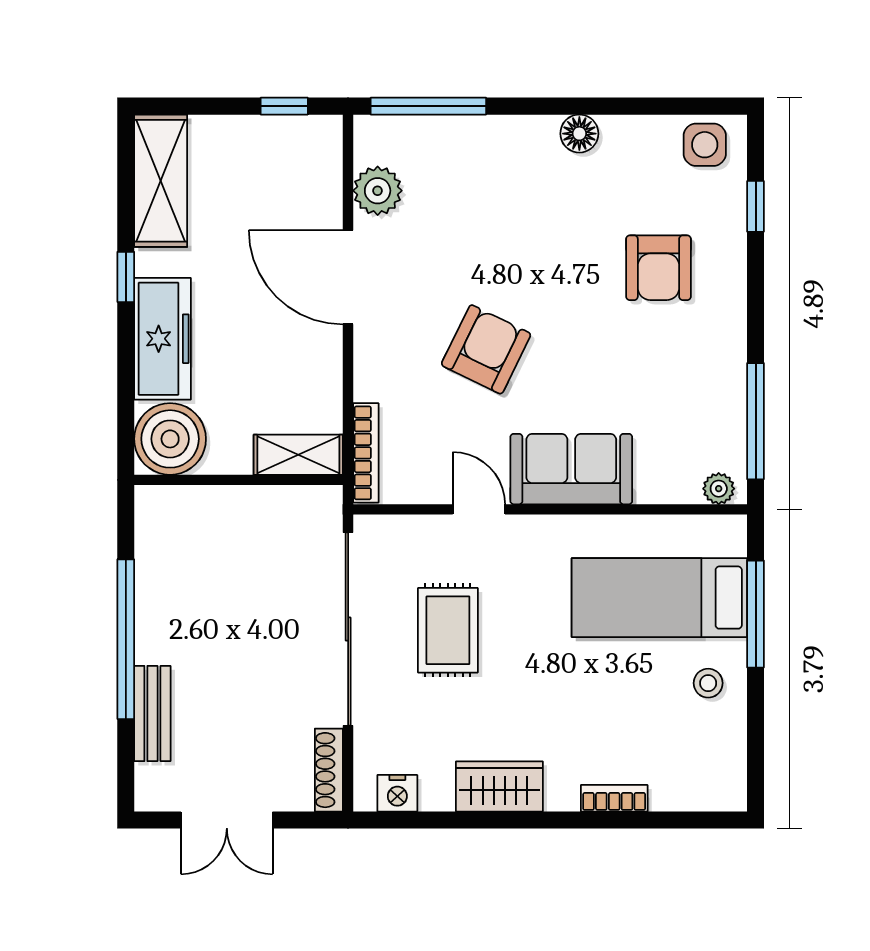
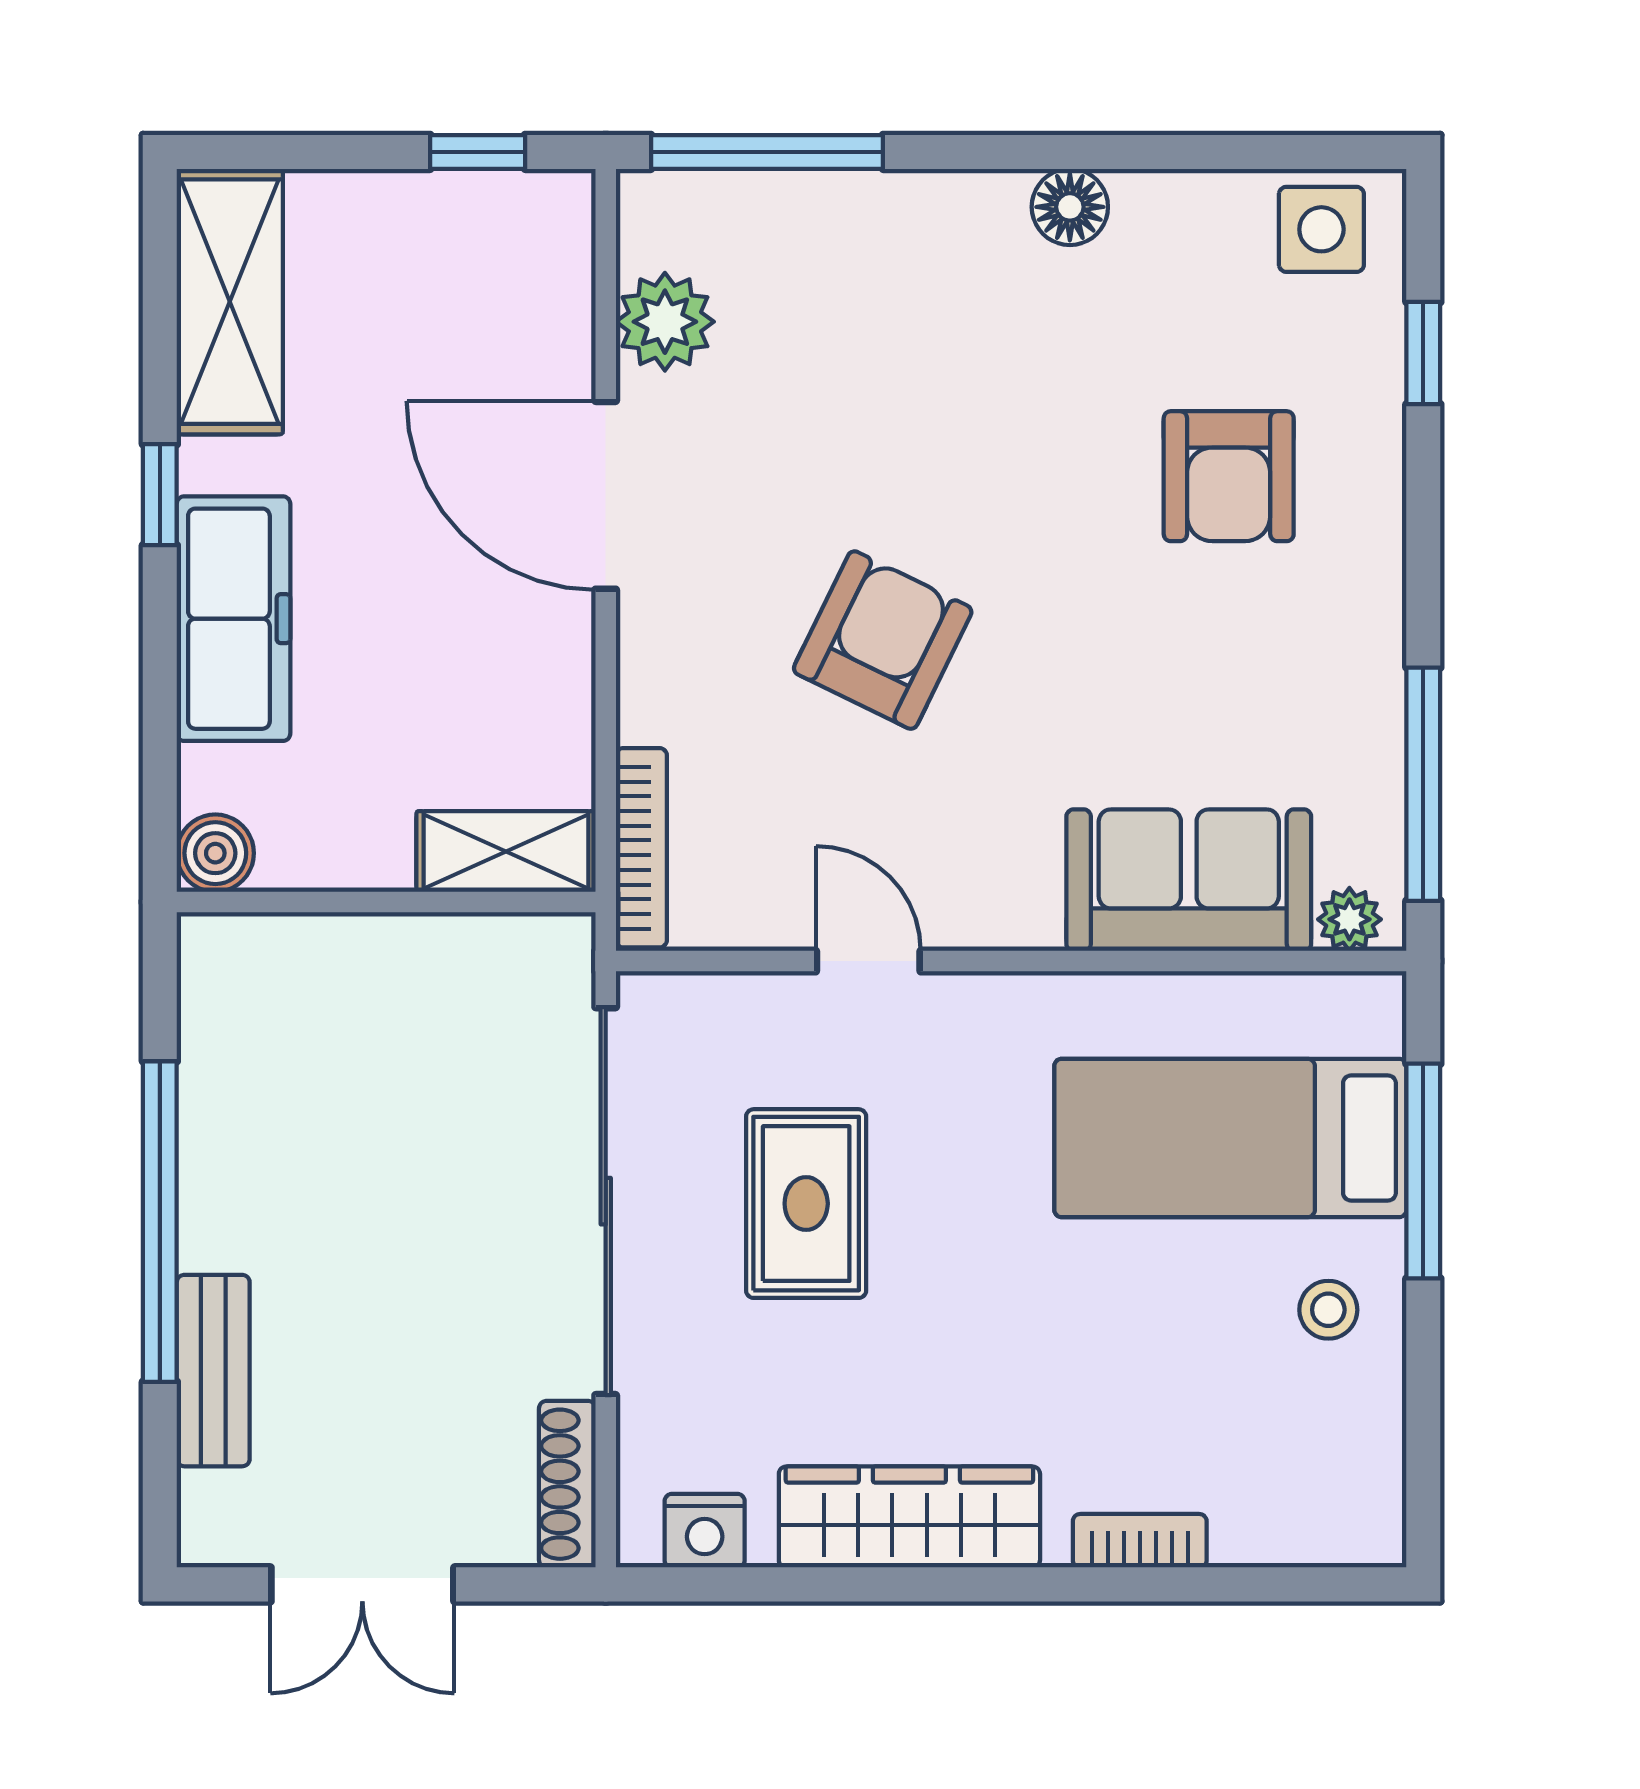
boiler: (170, 439) -> (215, 853), width x0.54, depth x0.54
sofa: (571, 469) -> (1189, 880), moved
wardrobe: (499, 786) -> (909, 1517), width x1.50

